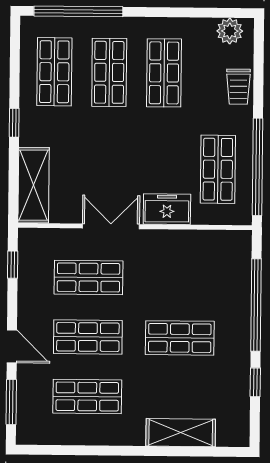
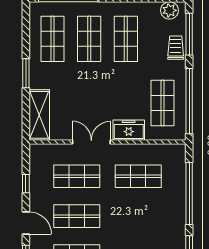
window: (259, 67) -> (189, 34), added
trolley: (238, 87) -> (176, 48), turned 180
window: (14, 123) -> (26, 73), width x1.50
window: (13, 265) -> (26, 184), moved
shop shelf: (180, 338) -> (138, 176), moved

